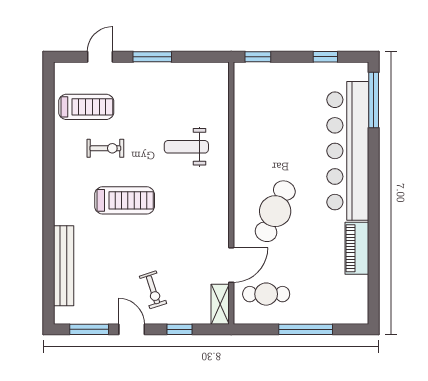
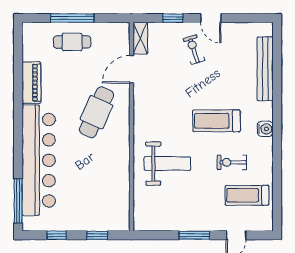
window: (258, 57) -> (97, 235), moved
weight bench: (186, 147) -> (167, 164), width x1.36, depth x1.33
water cooler: (63, 190) -> (265, 129), added
cafe table: (266, 294) -> (72, 42), moved
window: (89, 329) -> (245, 18), removed

